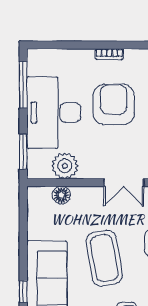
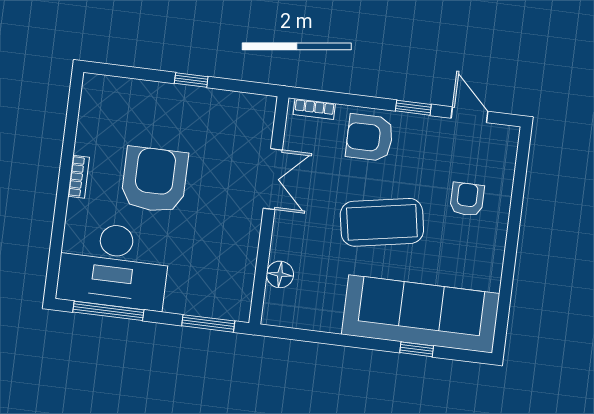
armchair: (114, 104) -> (154, 180), turned 90
desk: (54, 113) -> (113, 265), moved
plant: (65, 166) -> (237, 264), removed

